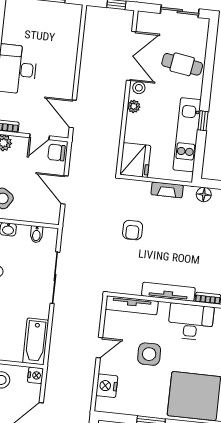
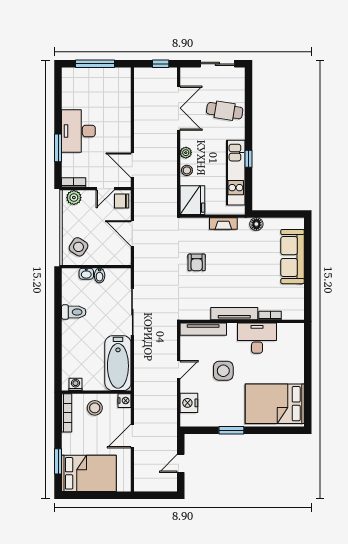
stool: (139, 88) -> (187, 170), moved
bidet: (36, 234) -> (100, 275), moved
bathtub: (36, 341) -> (118, 363), width x1.36, depth x1.36

